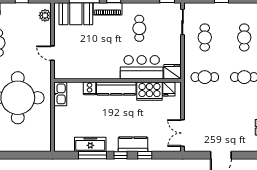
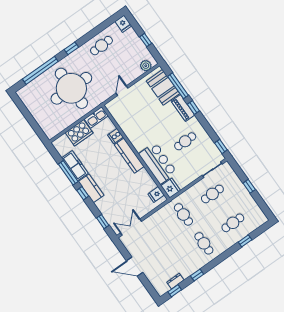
cooker: (149, 91) -> (79, 133), moved, turned -90
kitchen counter: (133, 144) -> (91, 188), moved
window: (145, 155) -> (103, 222), moved

